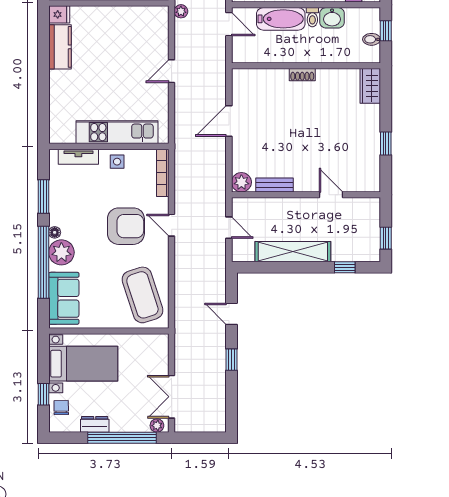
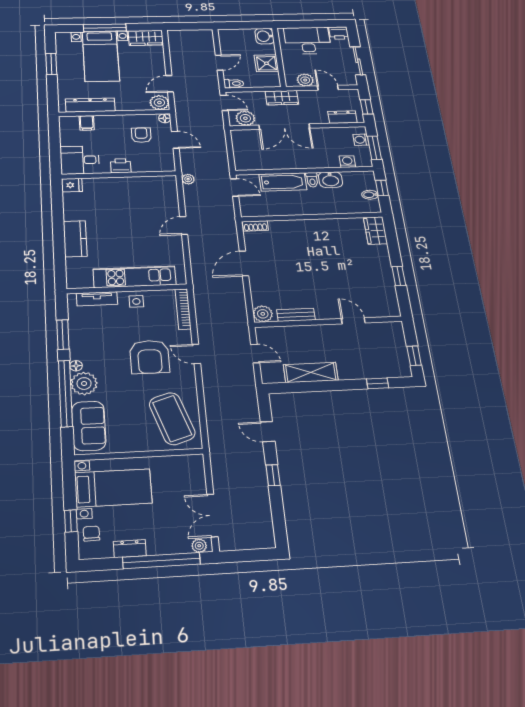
kitchen counter: (60, 47) -> (75, 239), moved
shoe rack: (302, 75) -> (255, 226), moved
armchair: (126, 226) -> (150, 357), turned 90
shelving: (293, 252) -> (311, 372), width x0.68

